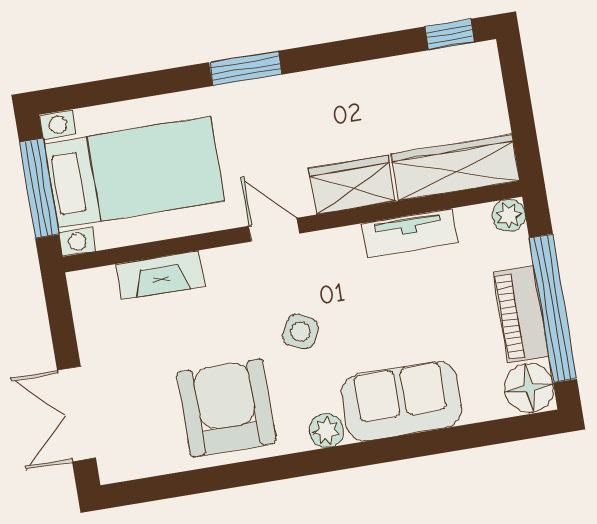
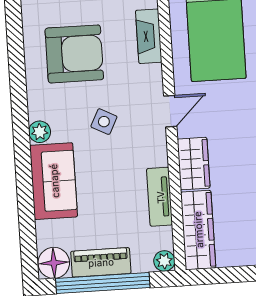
armchair: (226, 408) -> (74, 54), moved

